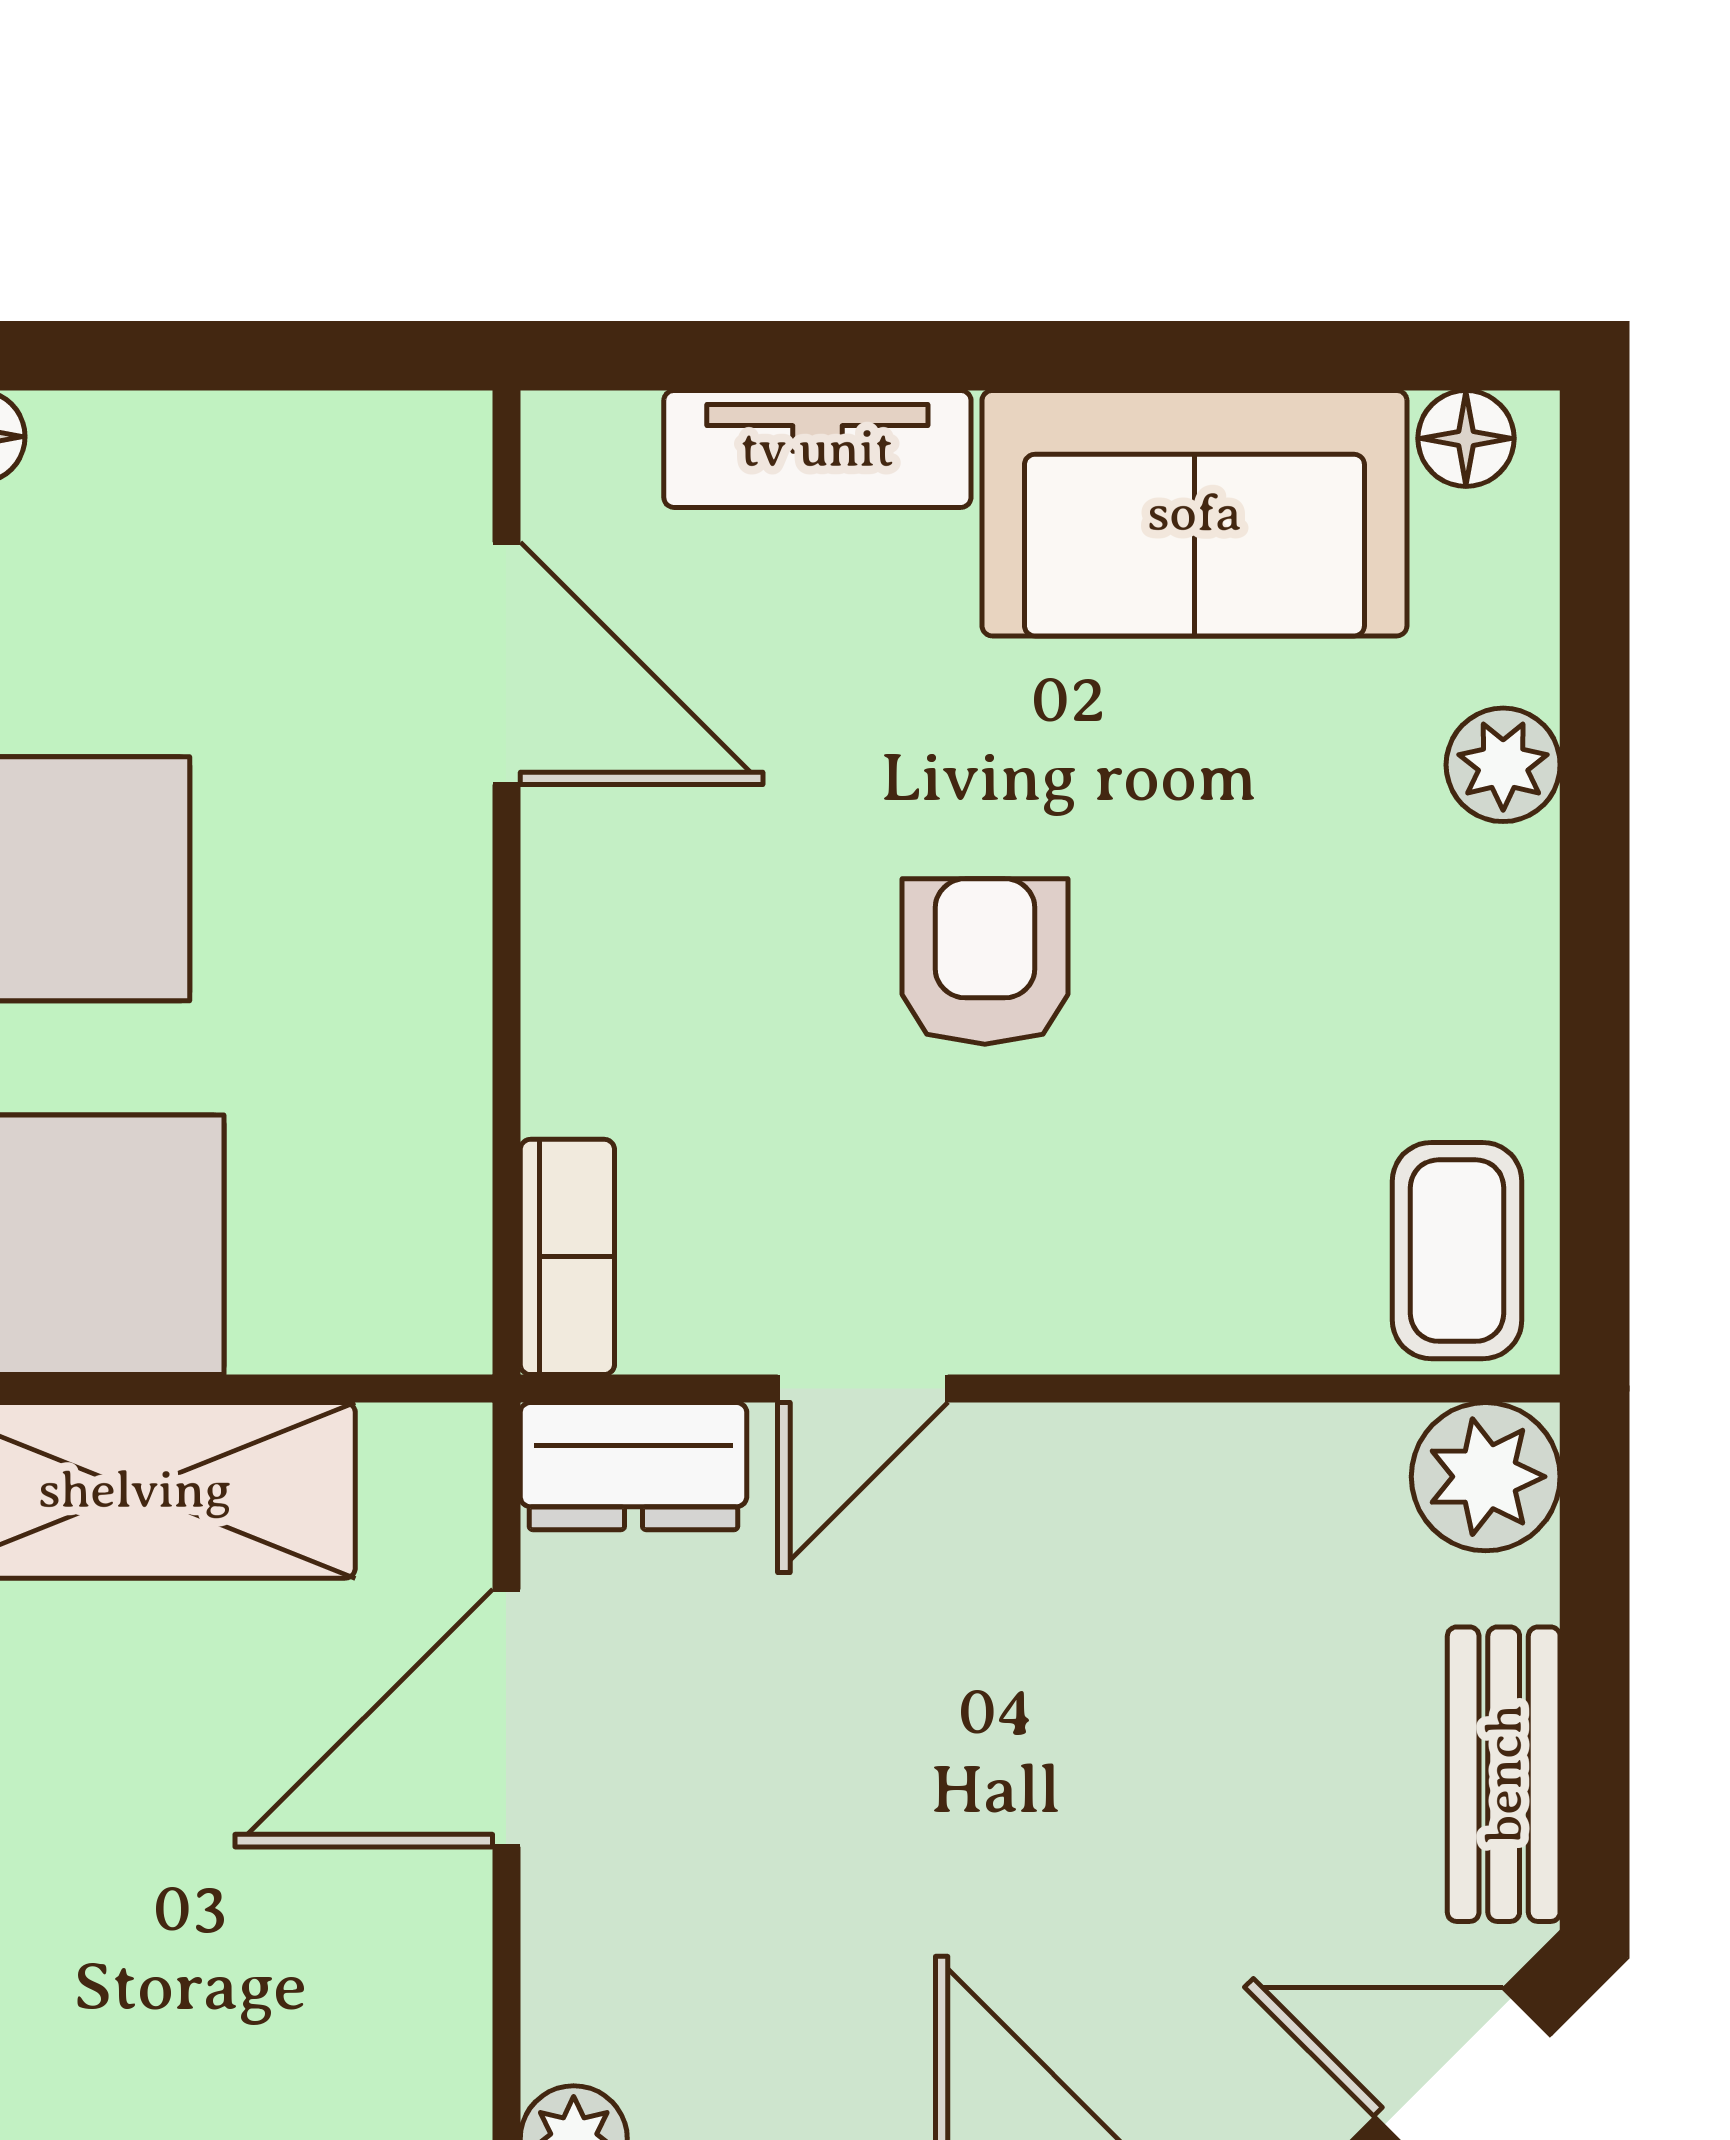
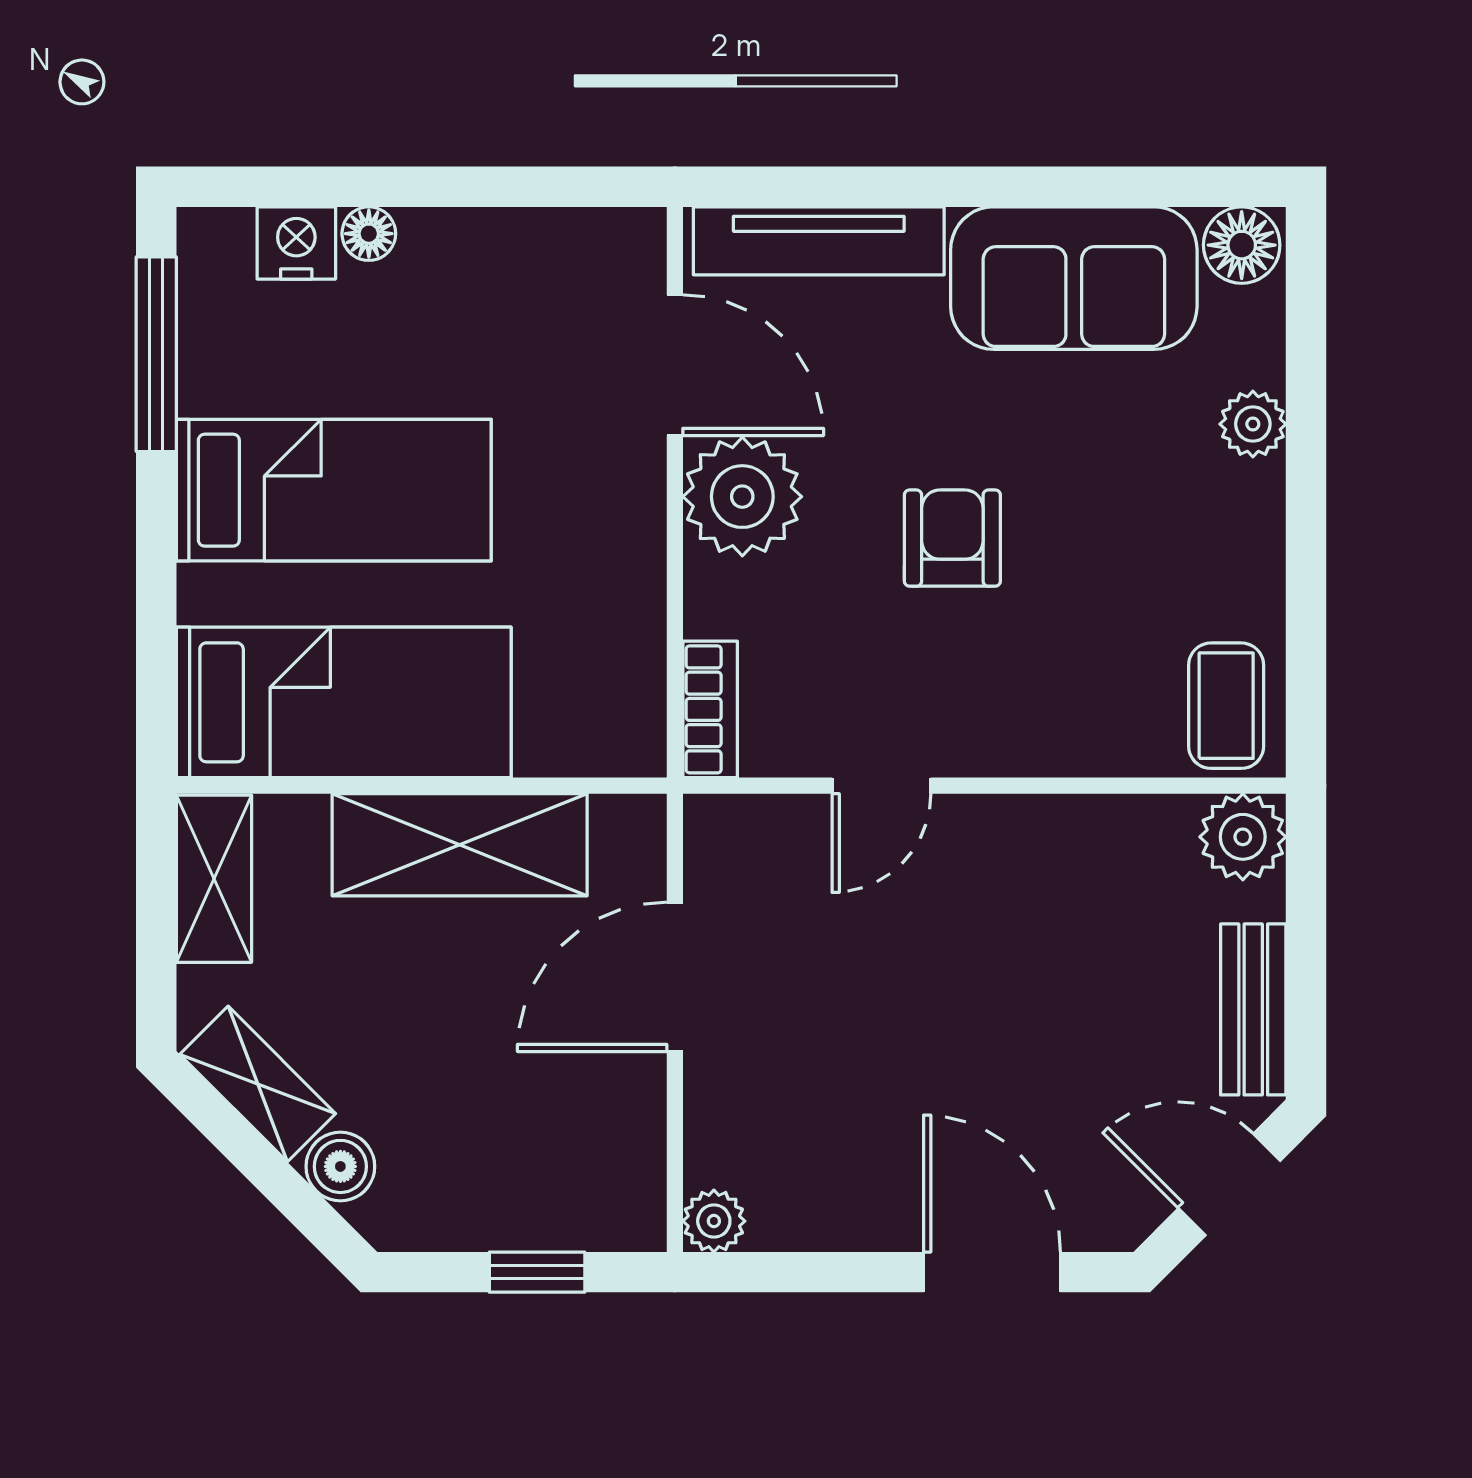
floor lamp: (1466, 438) -> (1242, 245), width x1.37, depth x1.37
tv unit: (817, 449) -> (819, 241), width x1.41
plant: (623, 890) -> (742, 497), added
dresser: (633, 1466) -> (749, 831), removed

